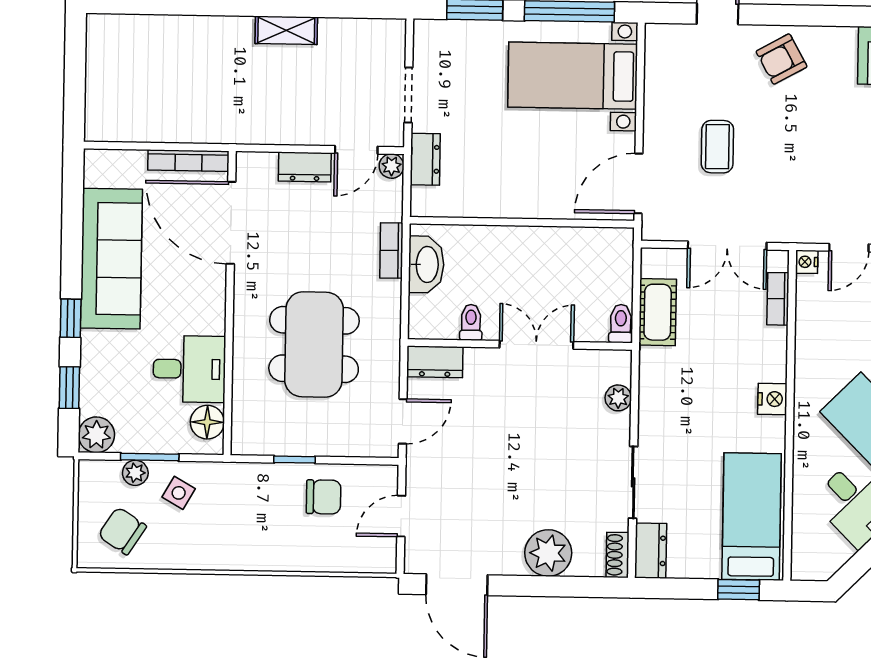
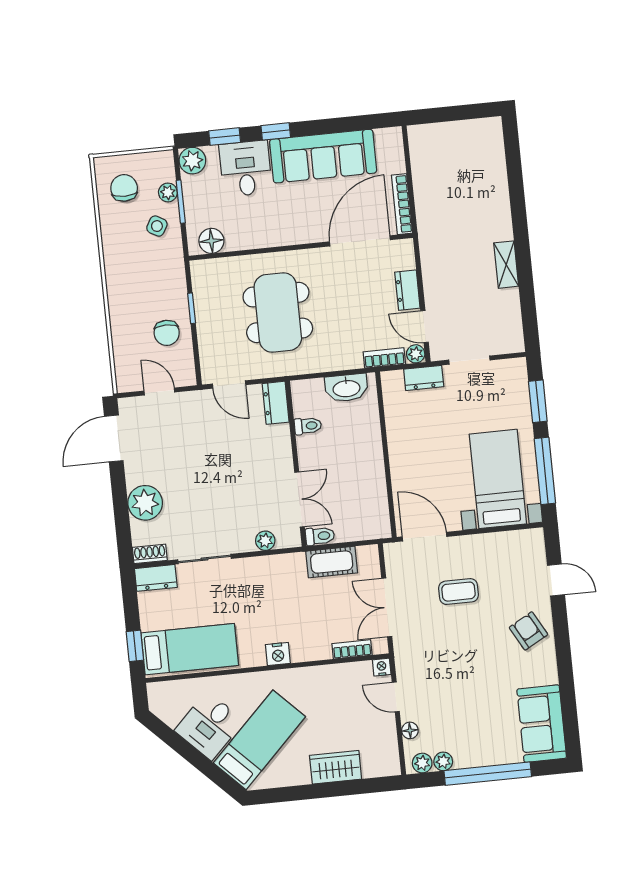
bookcase: (391, 250) -> (384, 358), moved
dining table: (314, 345) -> (278, 313), turned 90
double door: (536, 345) -> (299, 499), moved
desk: (189, 369) -> (246, 168), moved, turned 180
chair: (122, 531) -> (124, 188), turned -33

